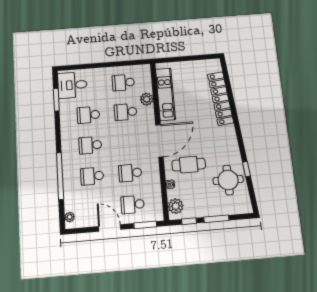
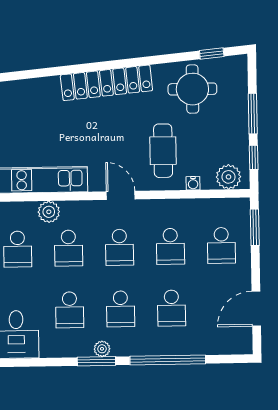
locker: (221, 98) -> (106, 83), moved
window: (56, 100) -> (96, 361), moved
door: (159, 141) -> (121, 195), width x0.53
school desk: (128, 142) -> (119, 247), added
window: (246, 169) -> (212, 54), moved
plant: (70, 217) -> (102, 349), moved
door: (110, 228) -> (256, 309), moved

